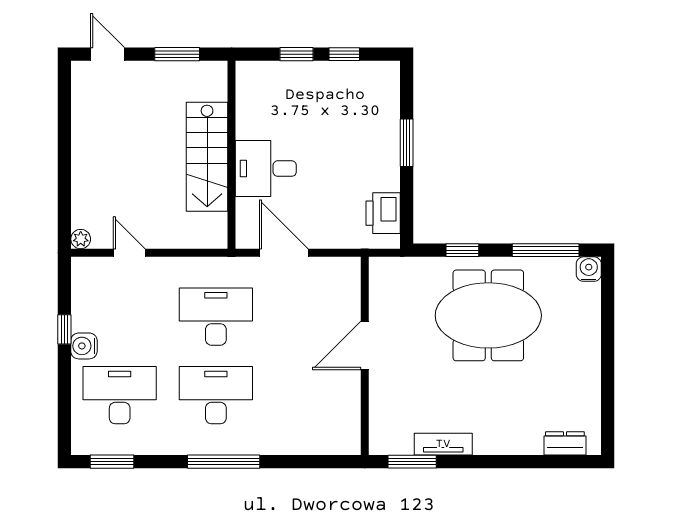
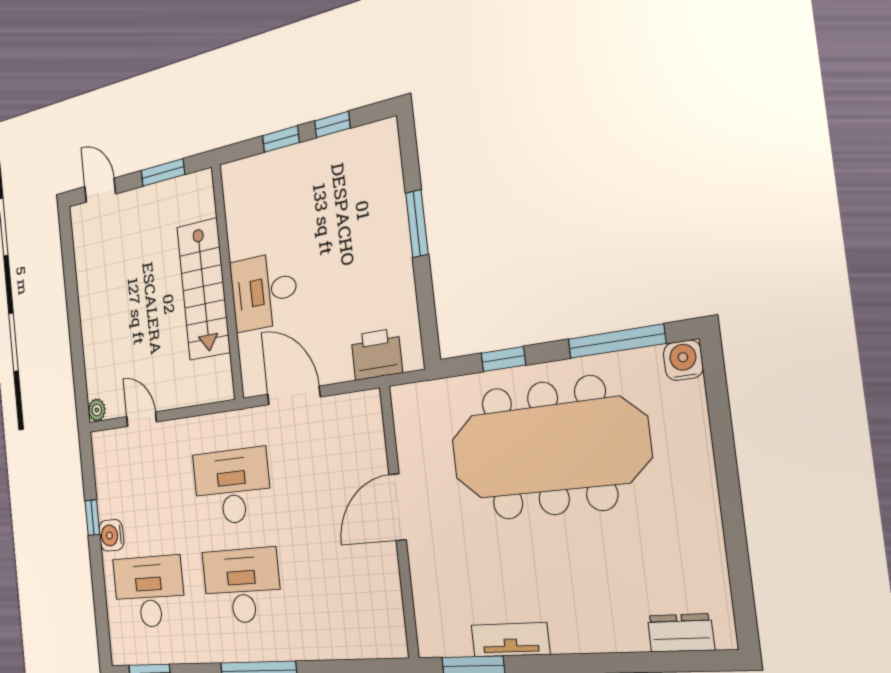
printer: (383, 213) -> (377, 354), moved, turned 90
meeting table: (488, 315) -> (548, 448), width x1.36

